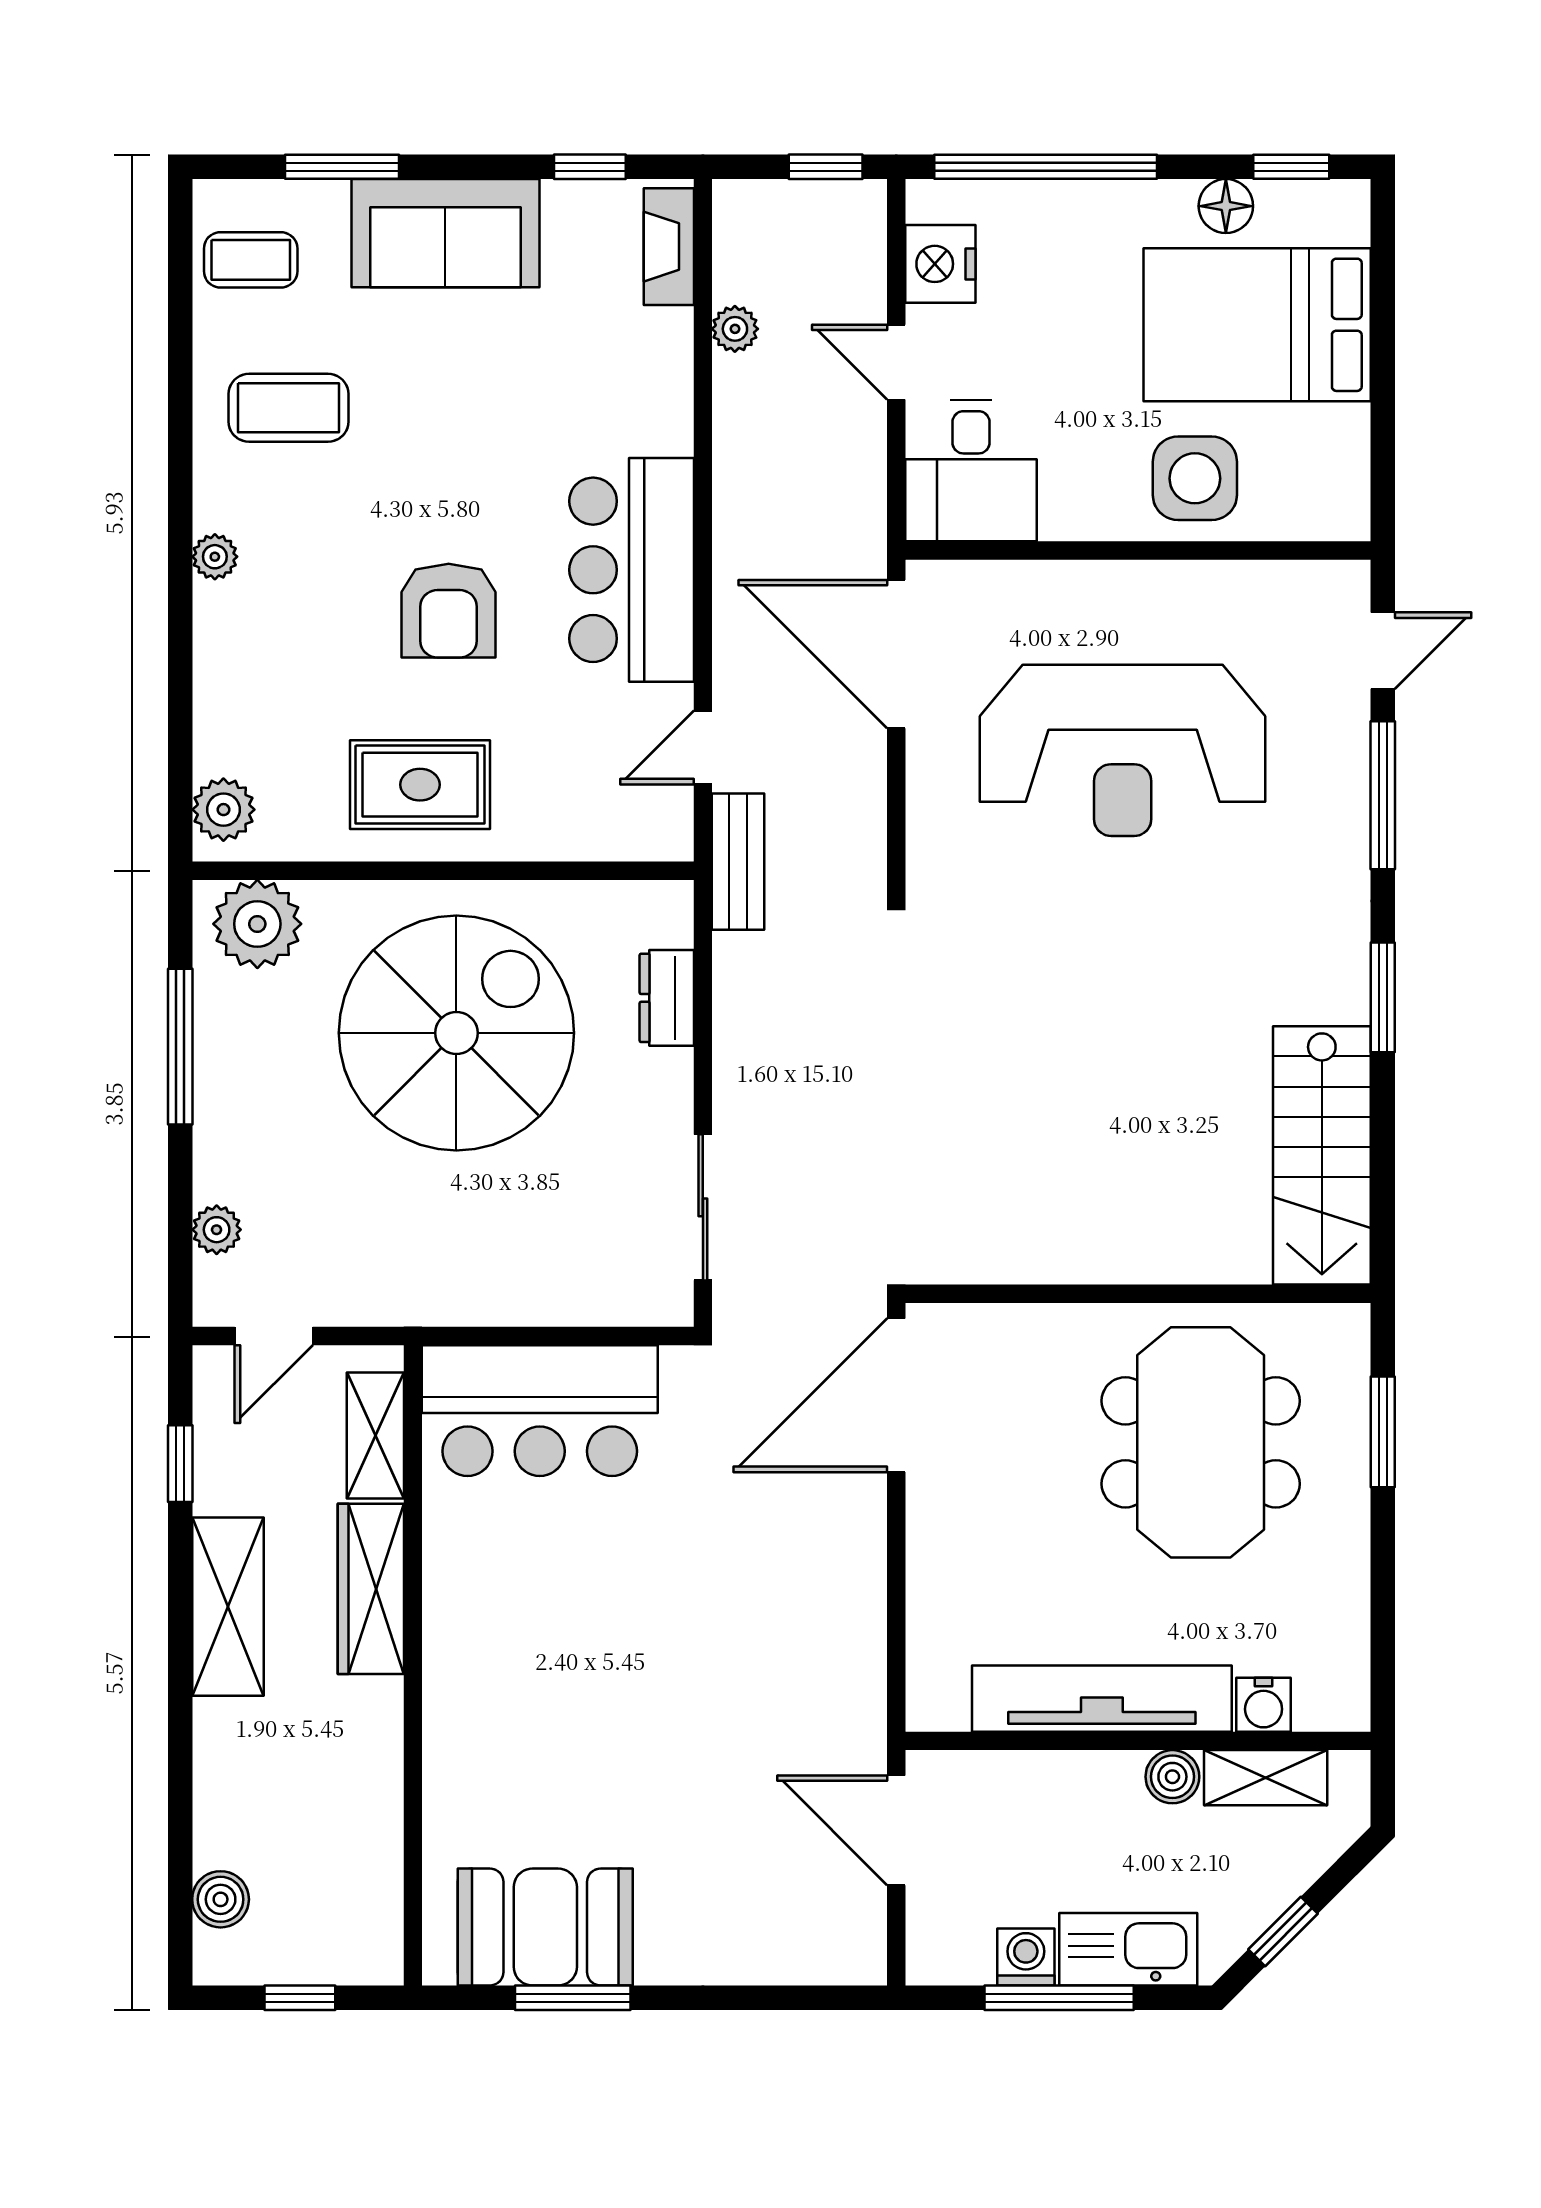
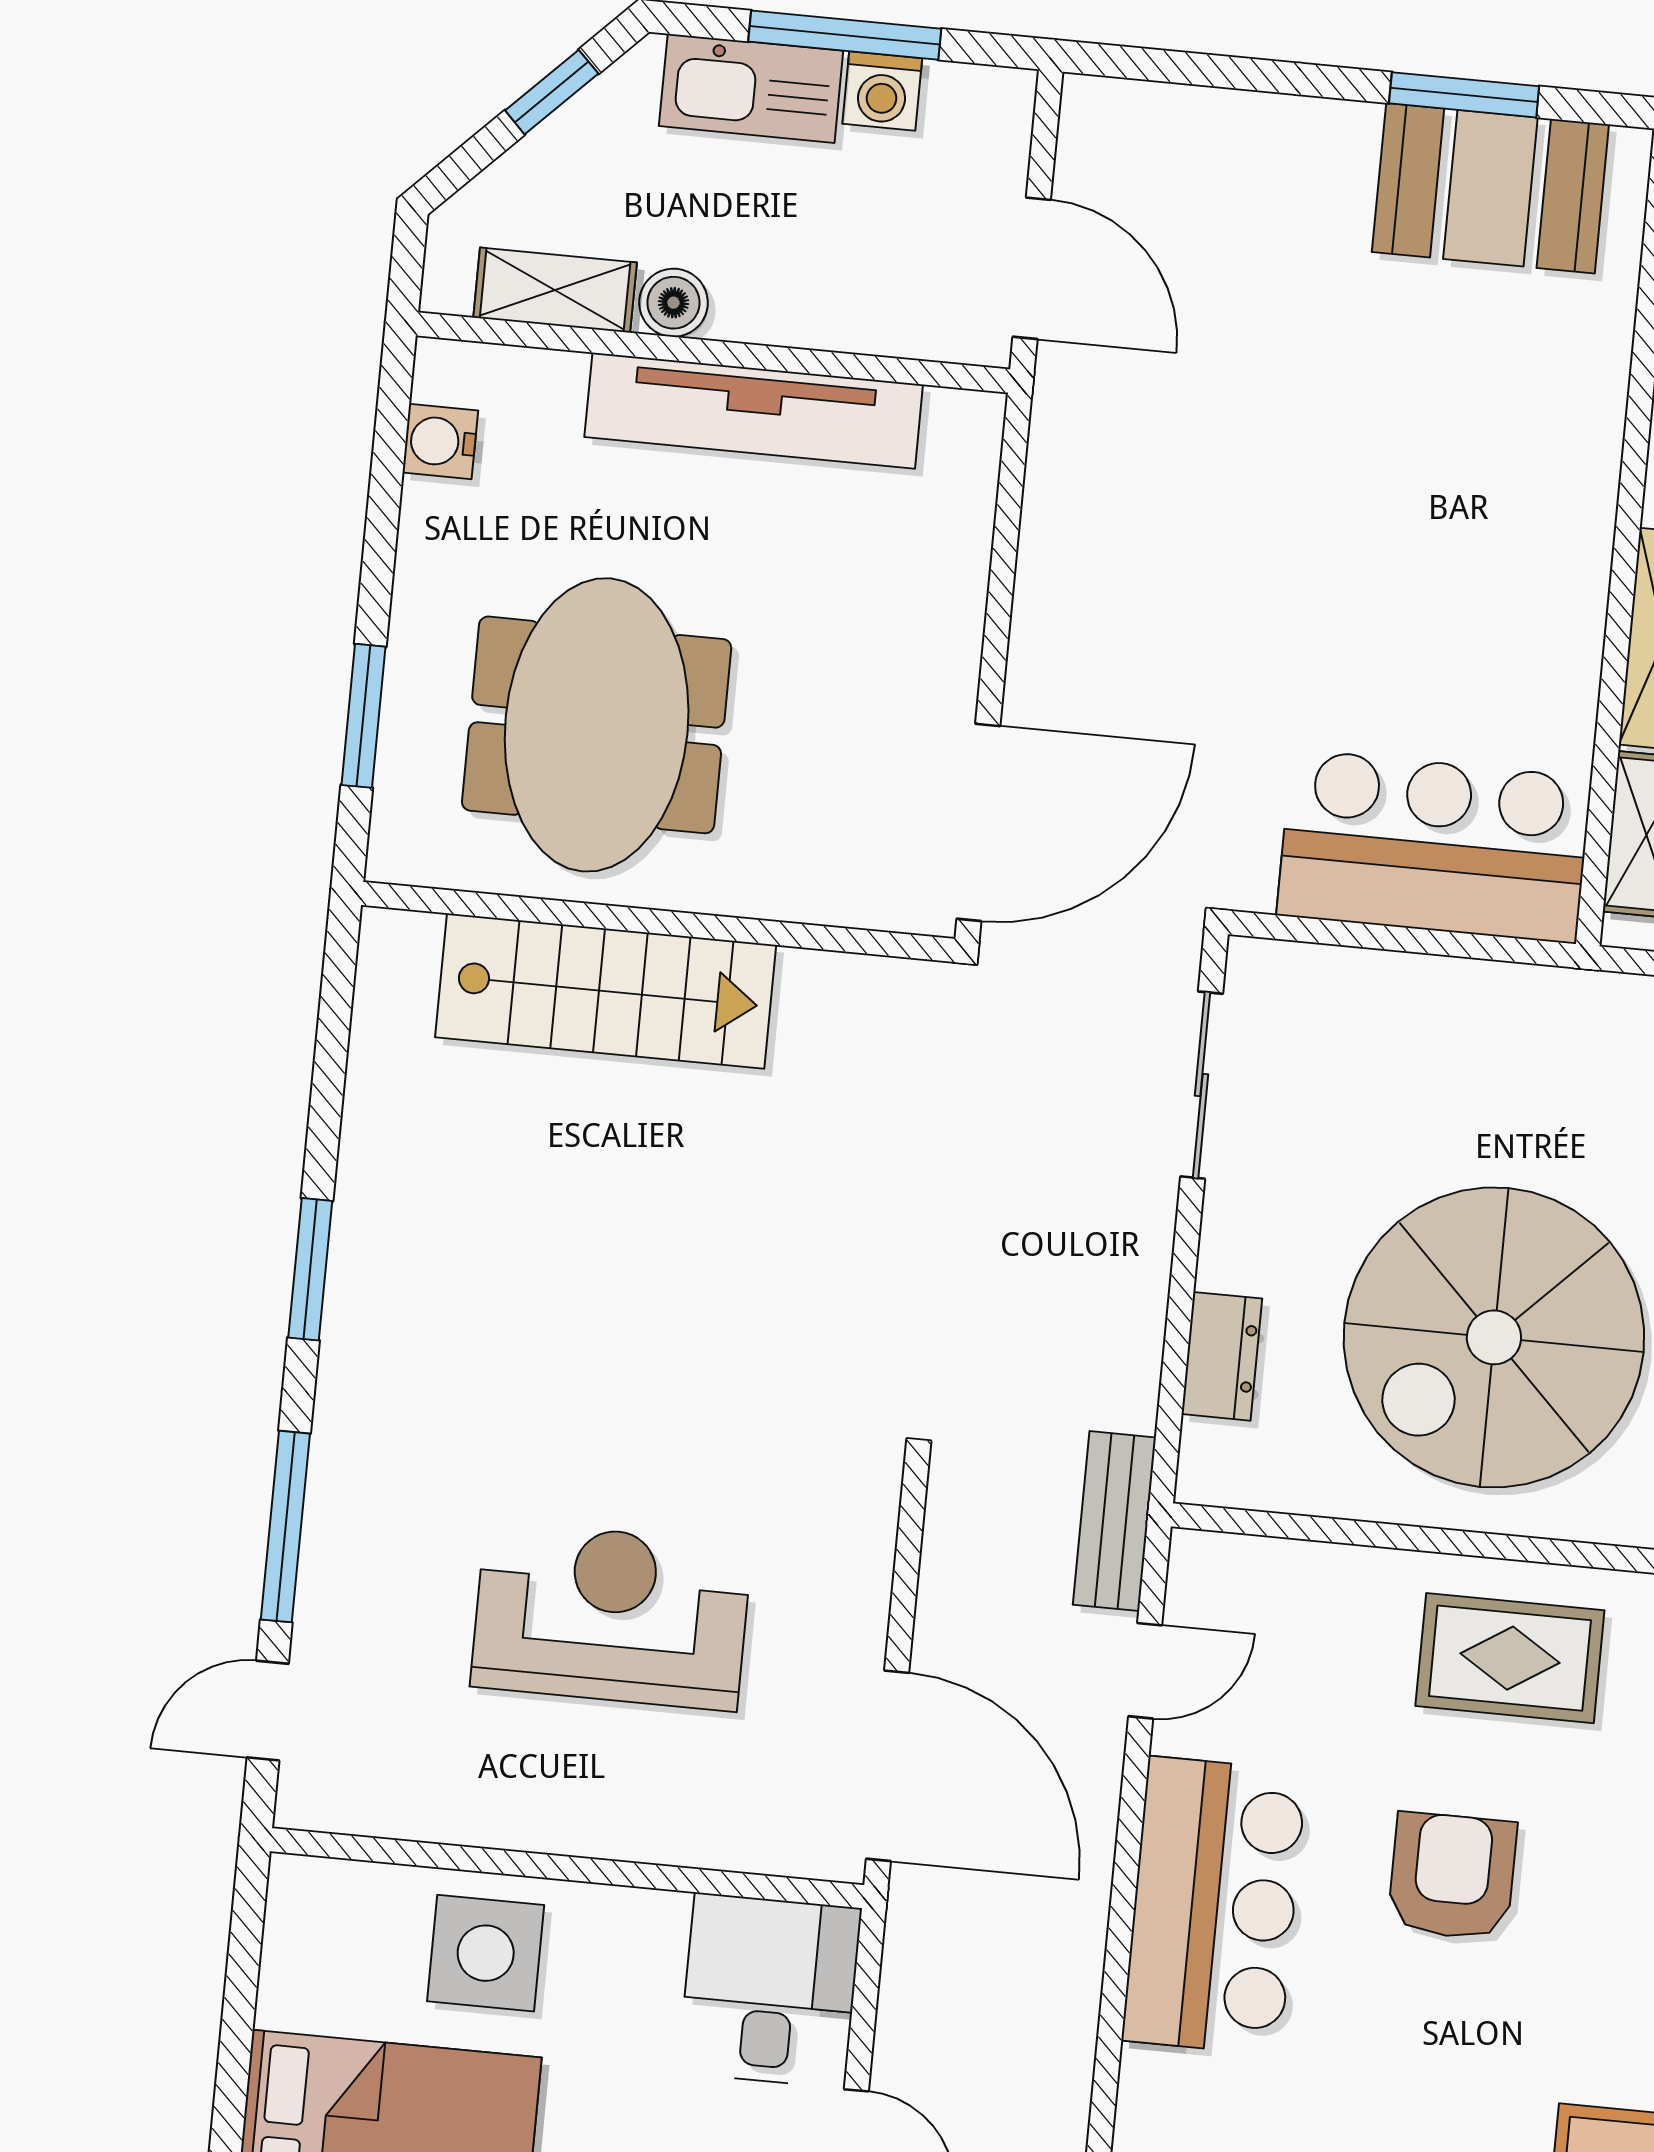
reception desk: (1123, 750) -> (611, 1616), width x0.74, depth x0.77
stairs: (1322, 1155) -> (606, 991), moved, turned 90
water cooler: (1264, 1705) -> (440, 442), moved, turned -90

